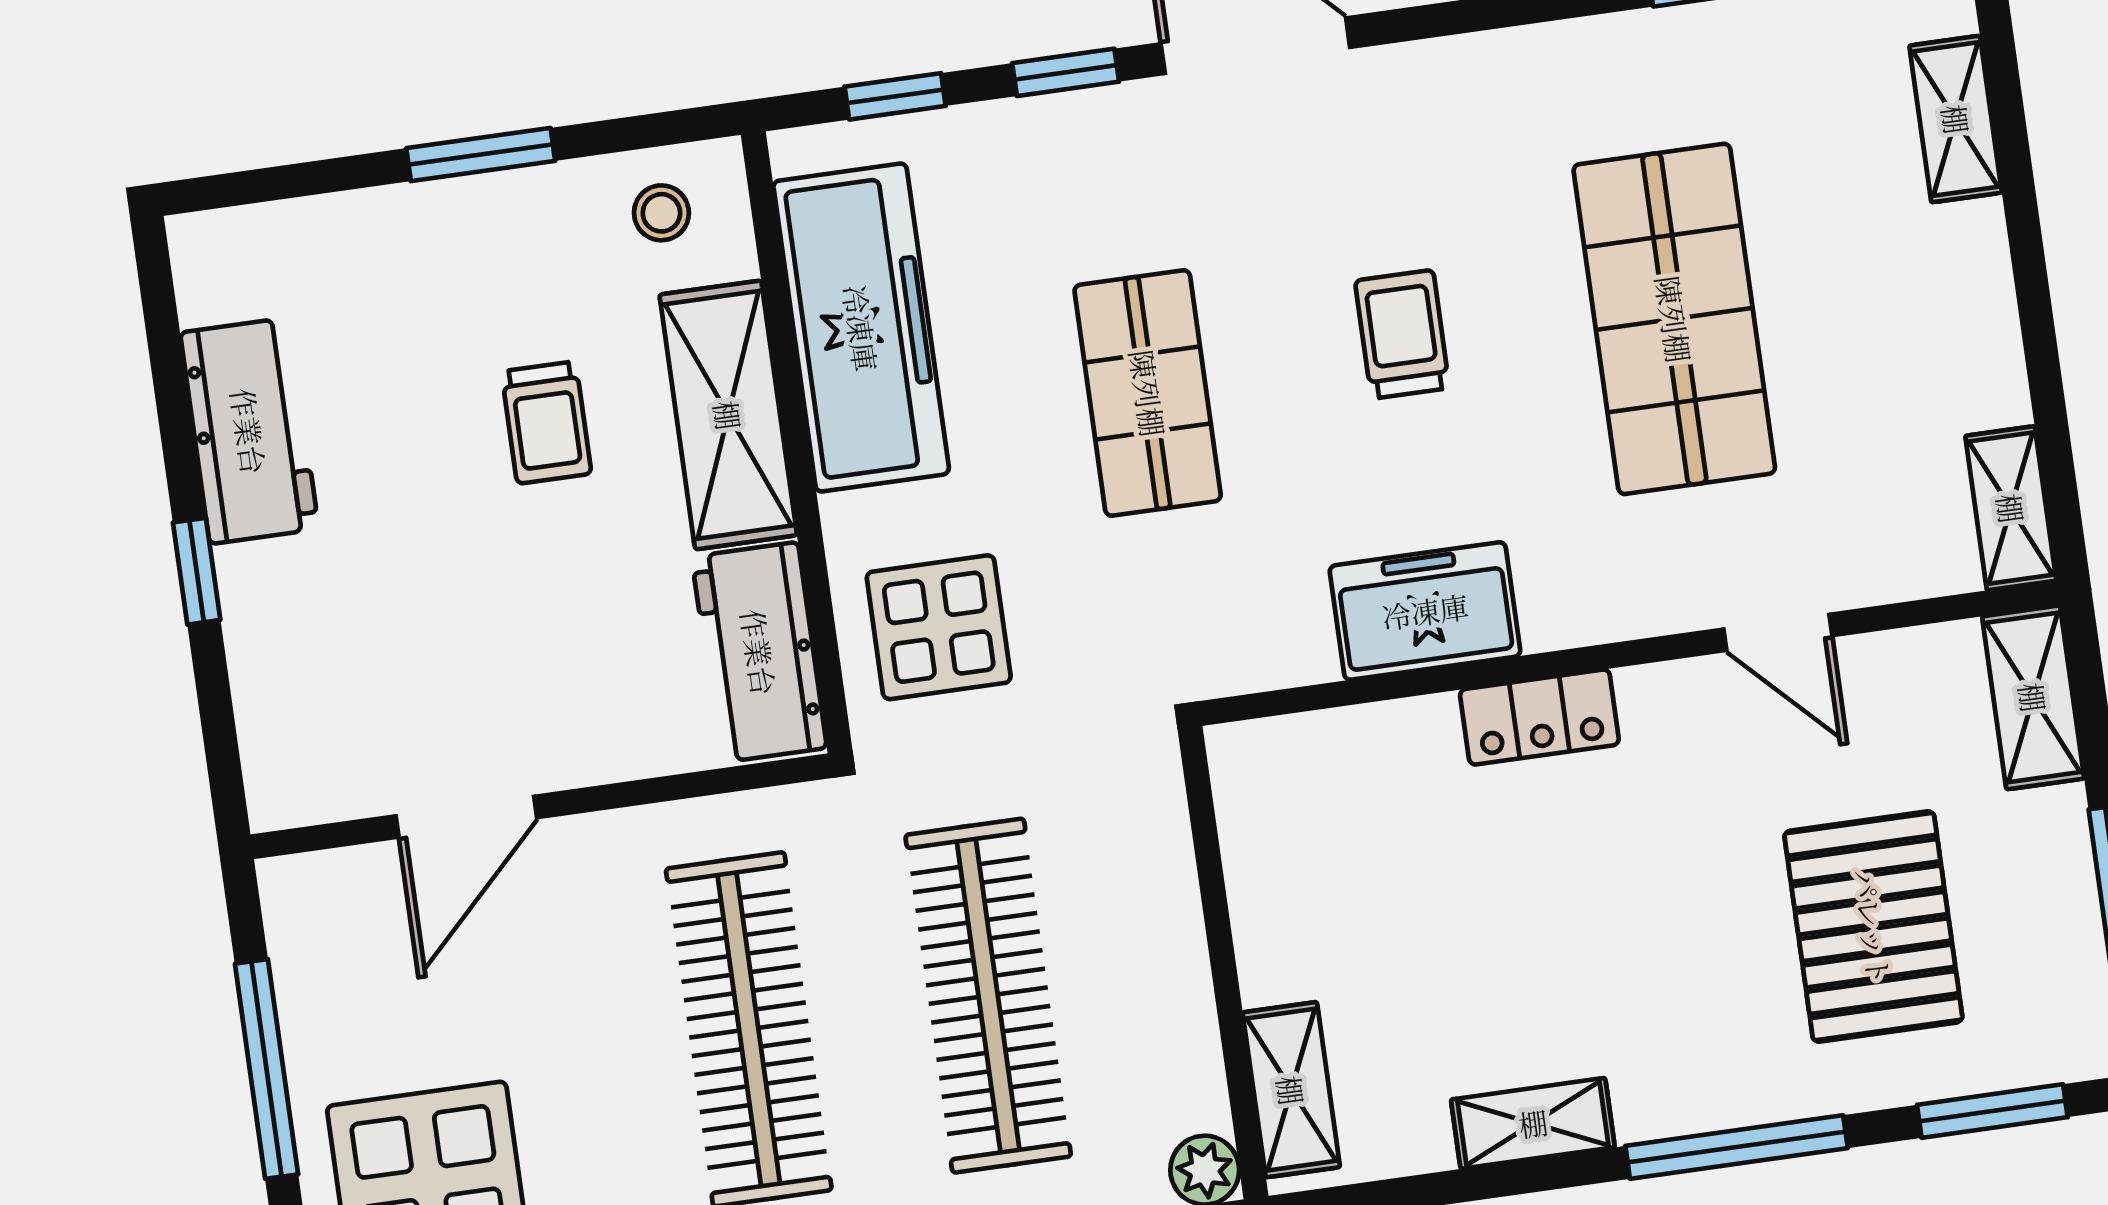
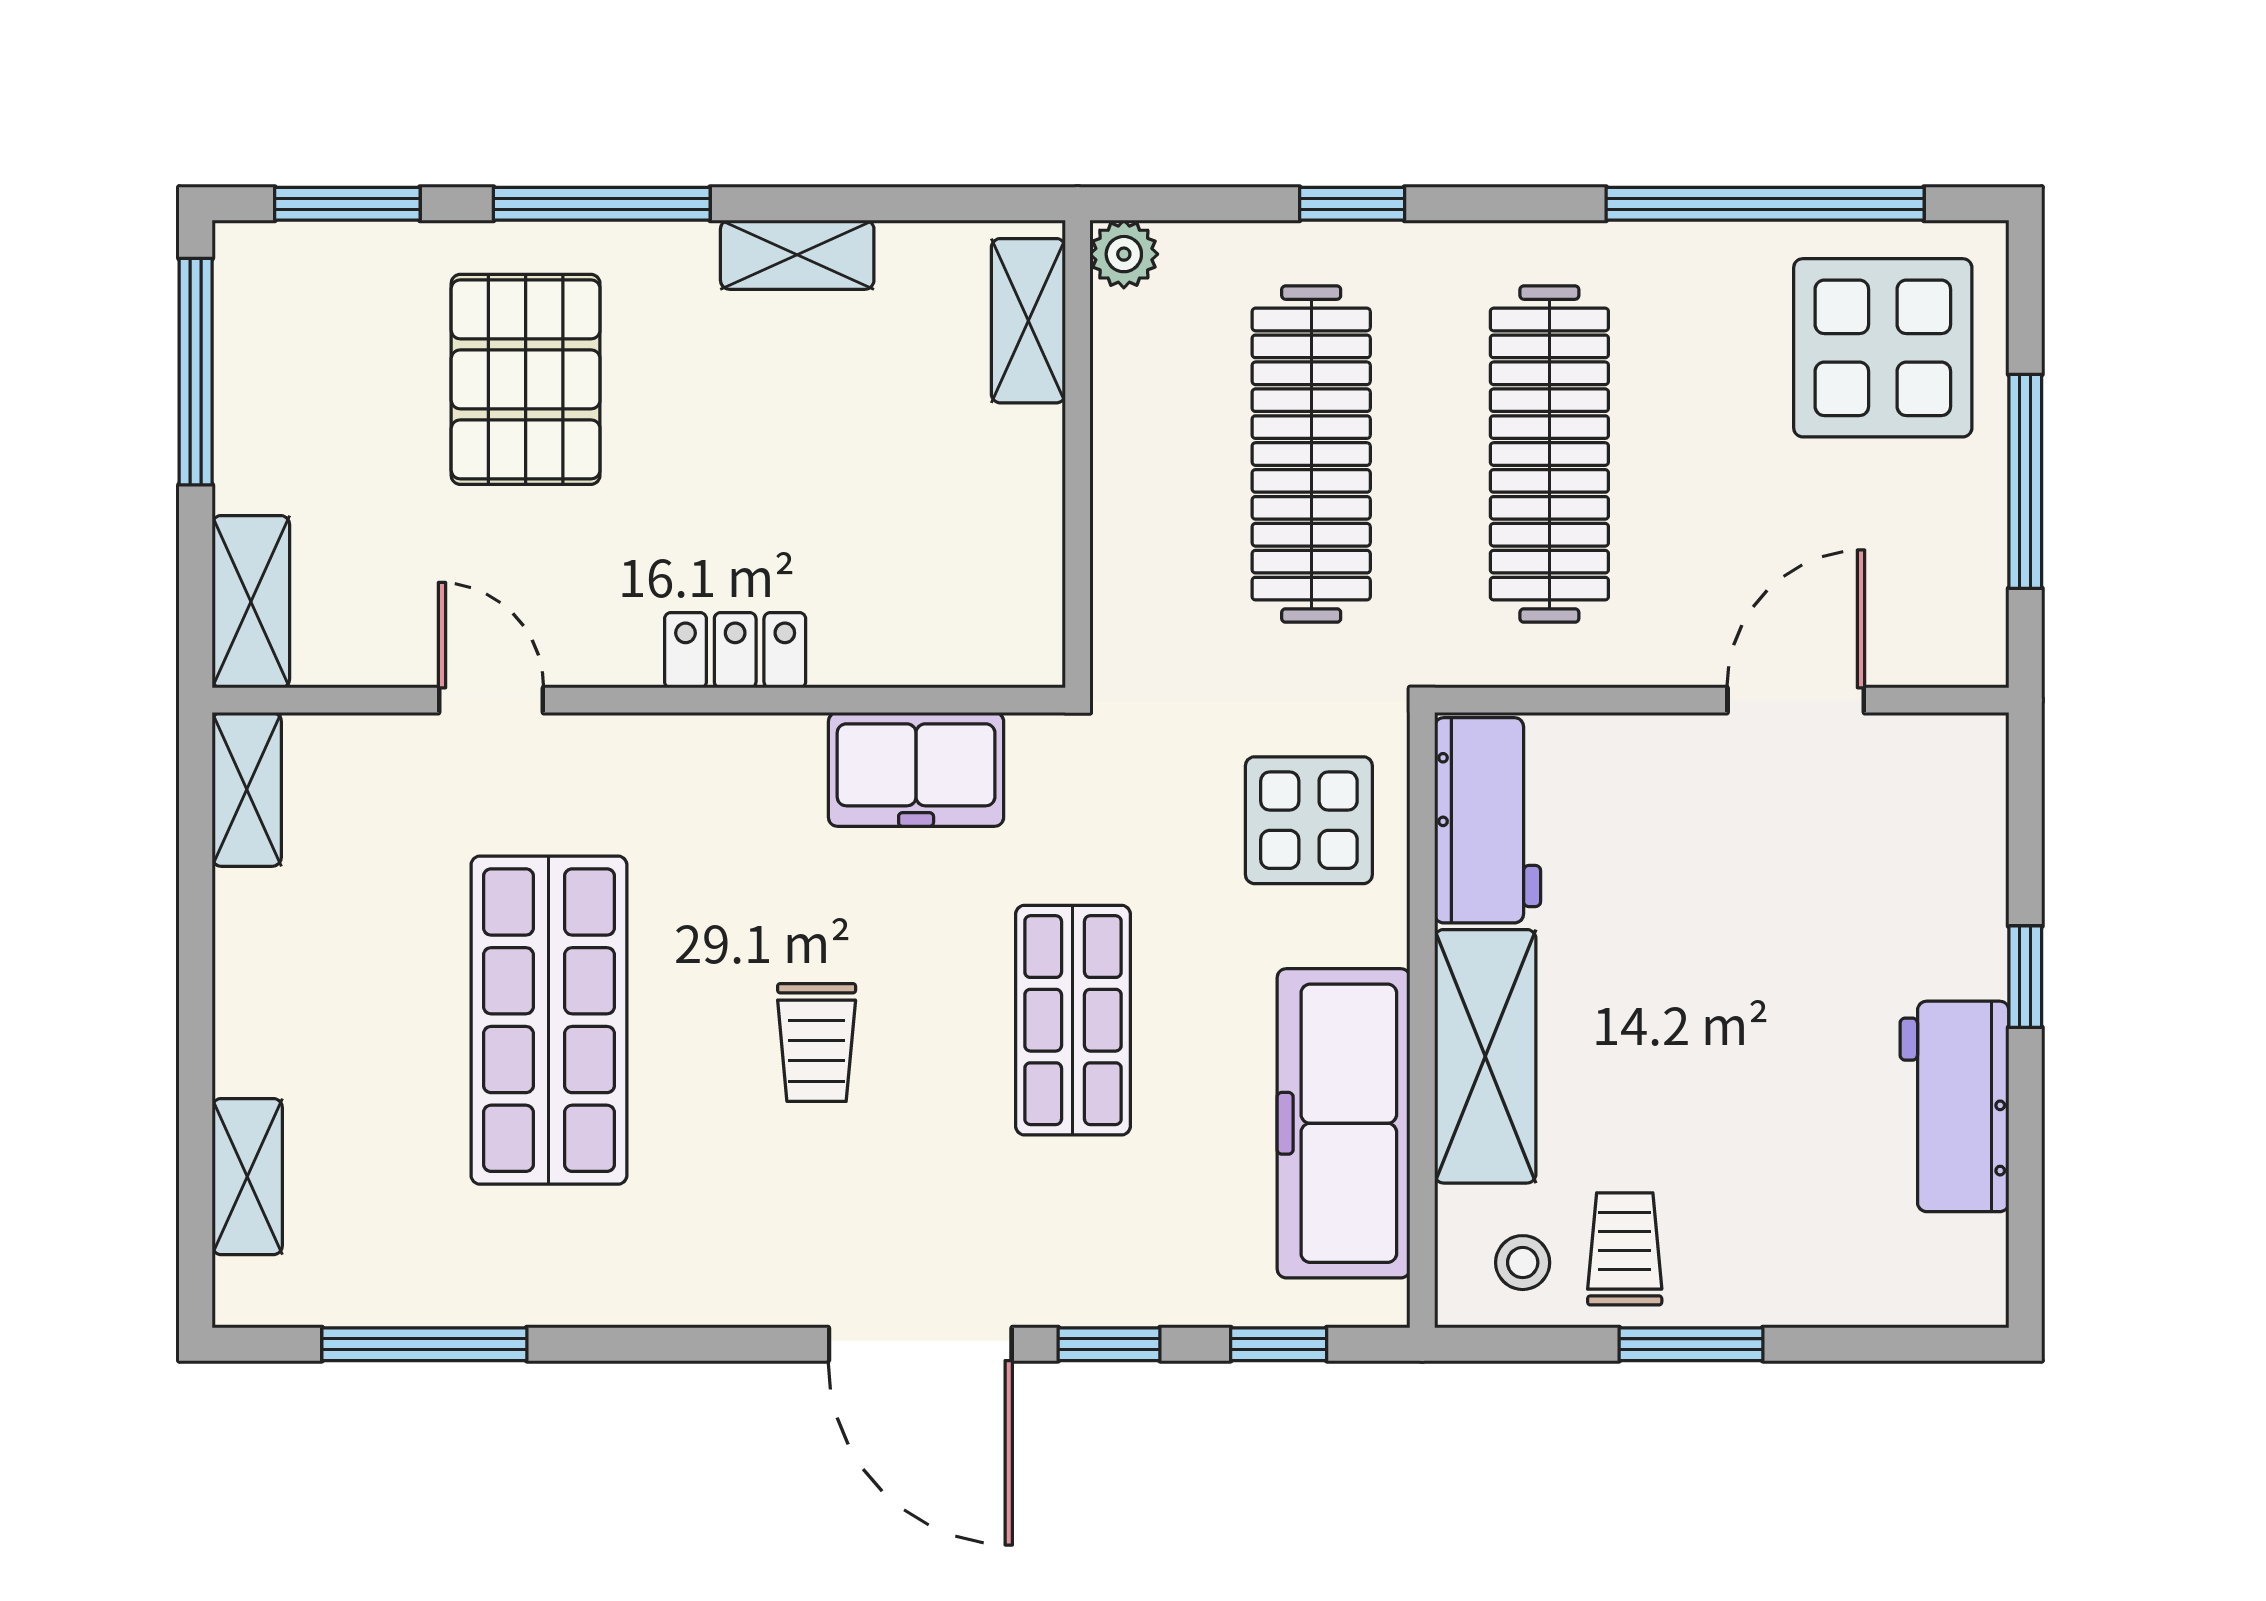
trolley: (546, 423) -> (1625, 1249), moved
freezer: (1425, 611) -> (916, 769), moved
pallet: (1873, 927) -> (526, 379), moved

